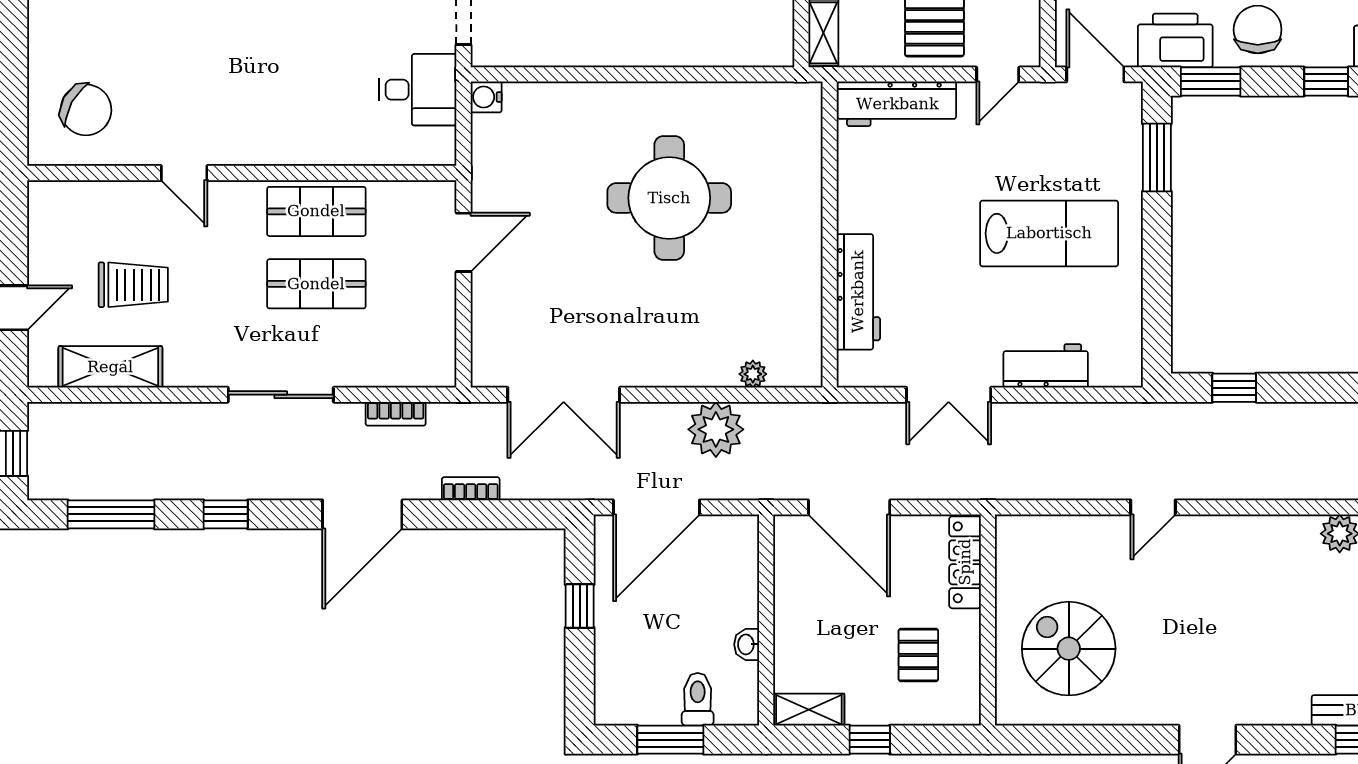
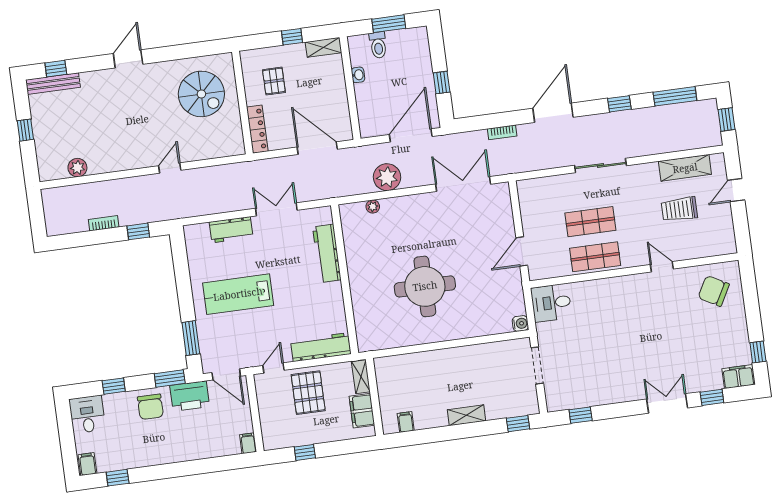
desk: (418, 90) -> (551, 303), moved
bookcase: (396, 414) -> (104, 223), moved

